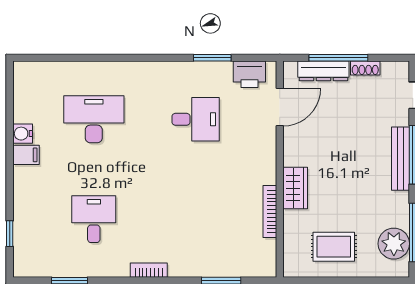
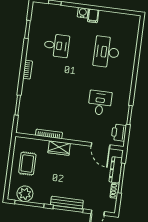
desk: (94, 119) -> (106, 52), turned 180
desk: (196, 119) -> (100, 103), turned 180
water cooler: (23, 134) -> (83, 13), moved

